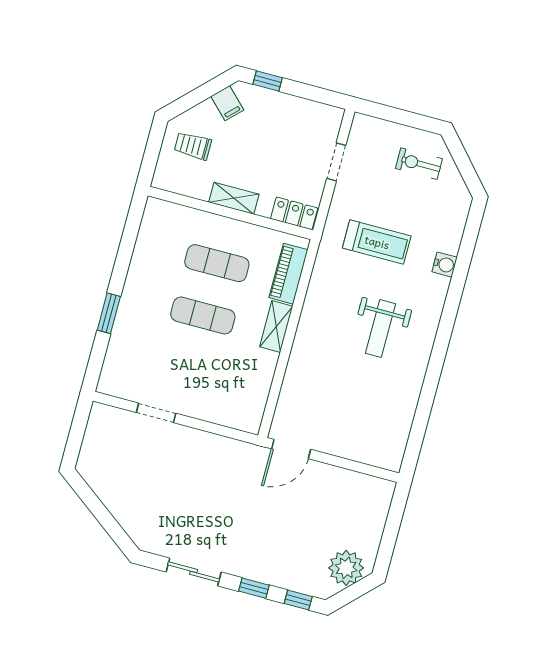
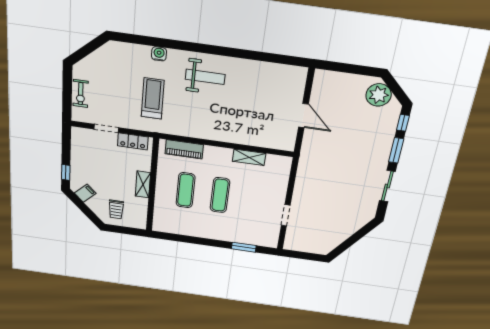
exercise bike: (419, 164) -> (81, 94), moved
locker: (294, 213) -> (133, 141), moved, turned -90
window: (109, 313) -> (244, 247), moved
shelving: (276, 326) -> (249, 157), moved
weight bench: (380, 329) -> (205, 77), moved
door: (291, 449) -> (303, 116), moved
window: (254, 588) -> (396, 150), width x1.50

